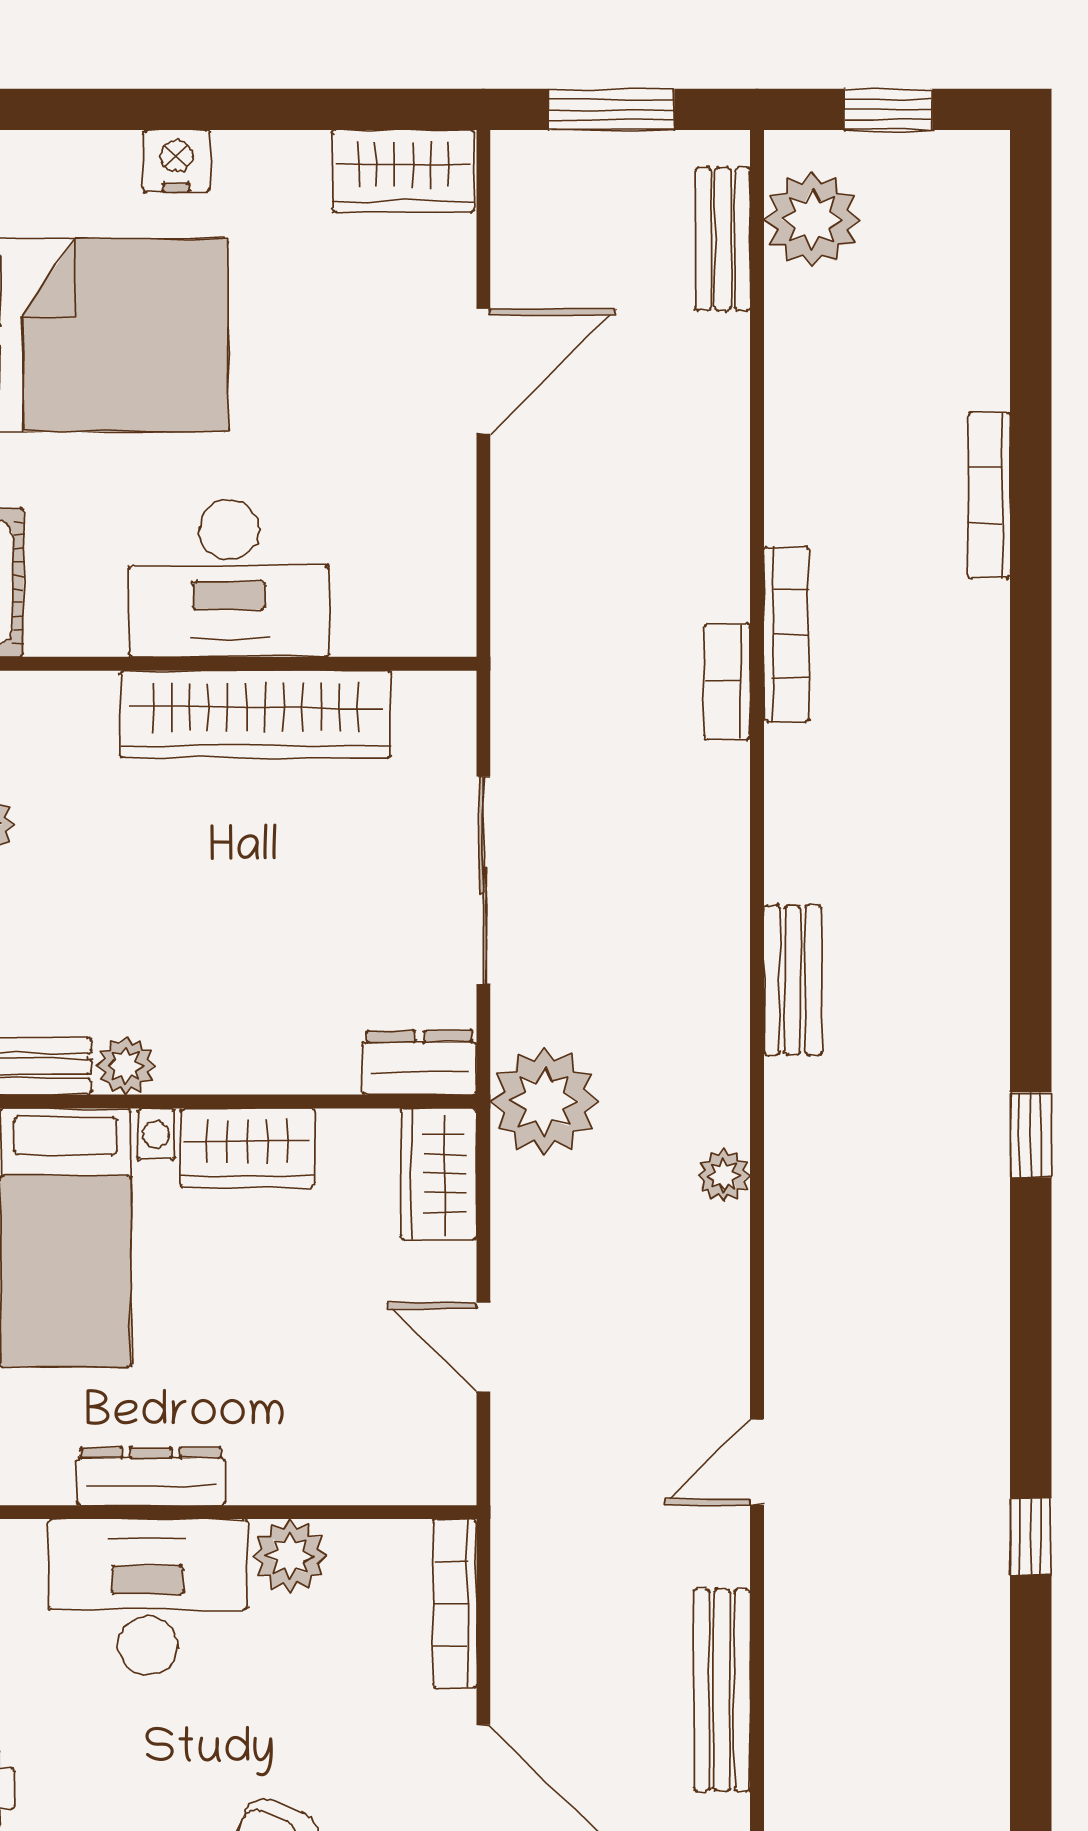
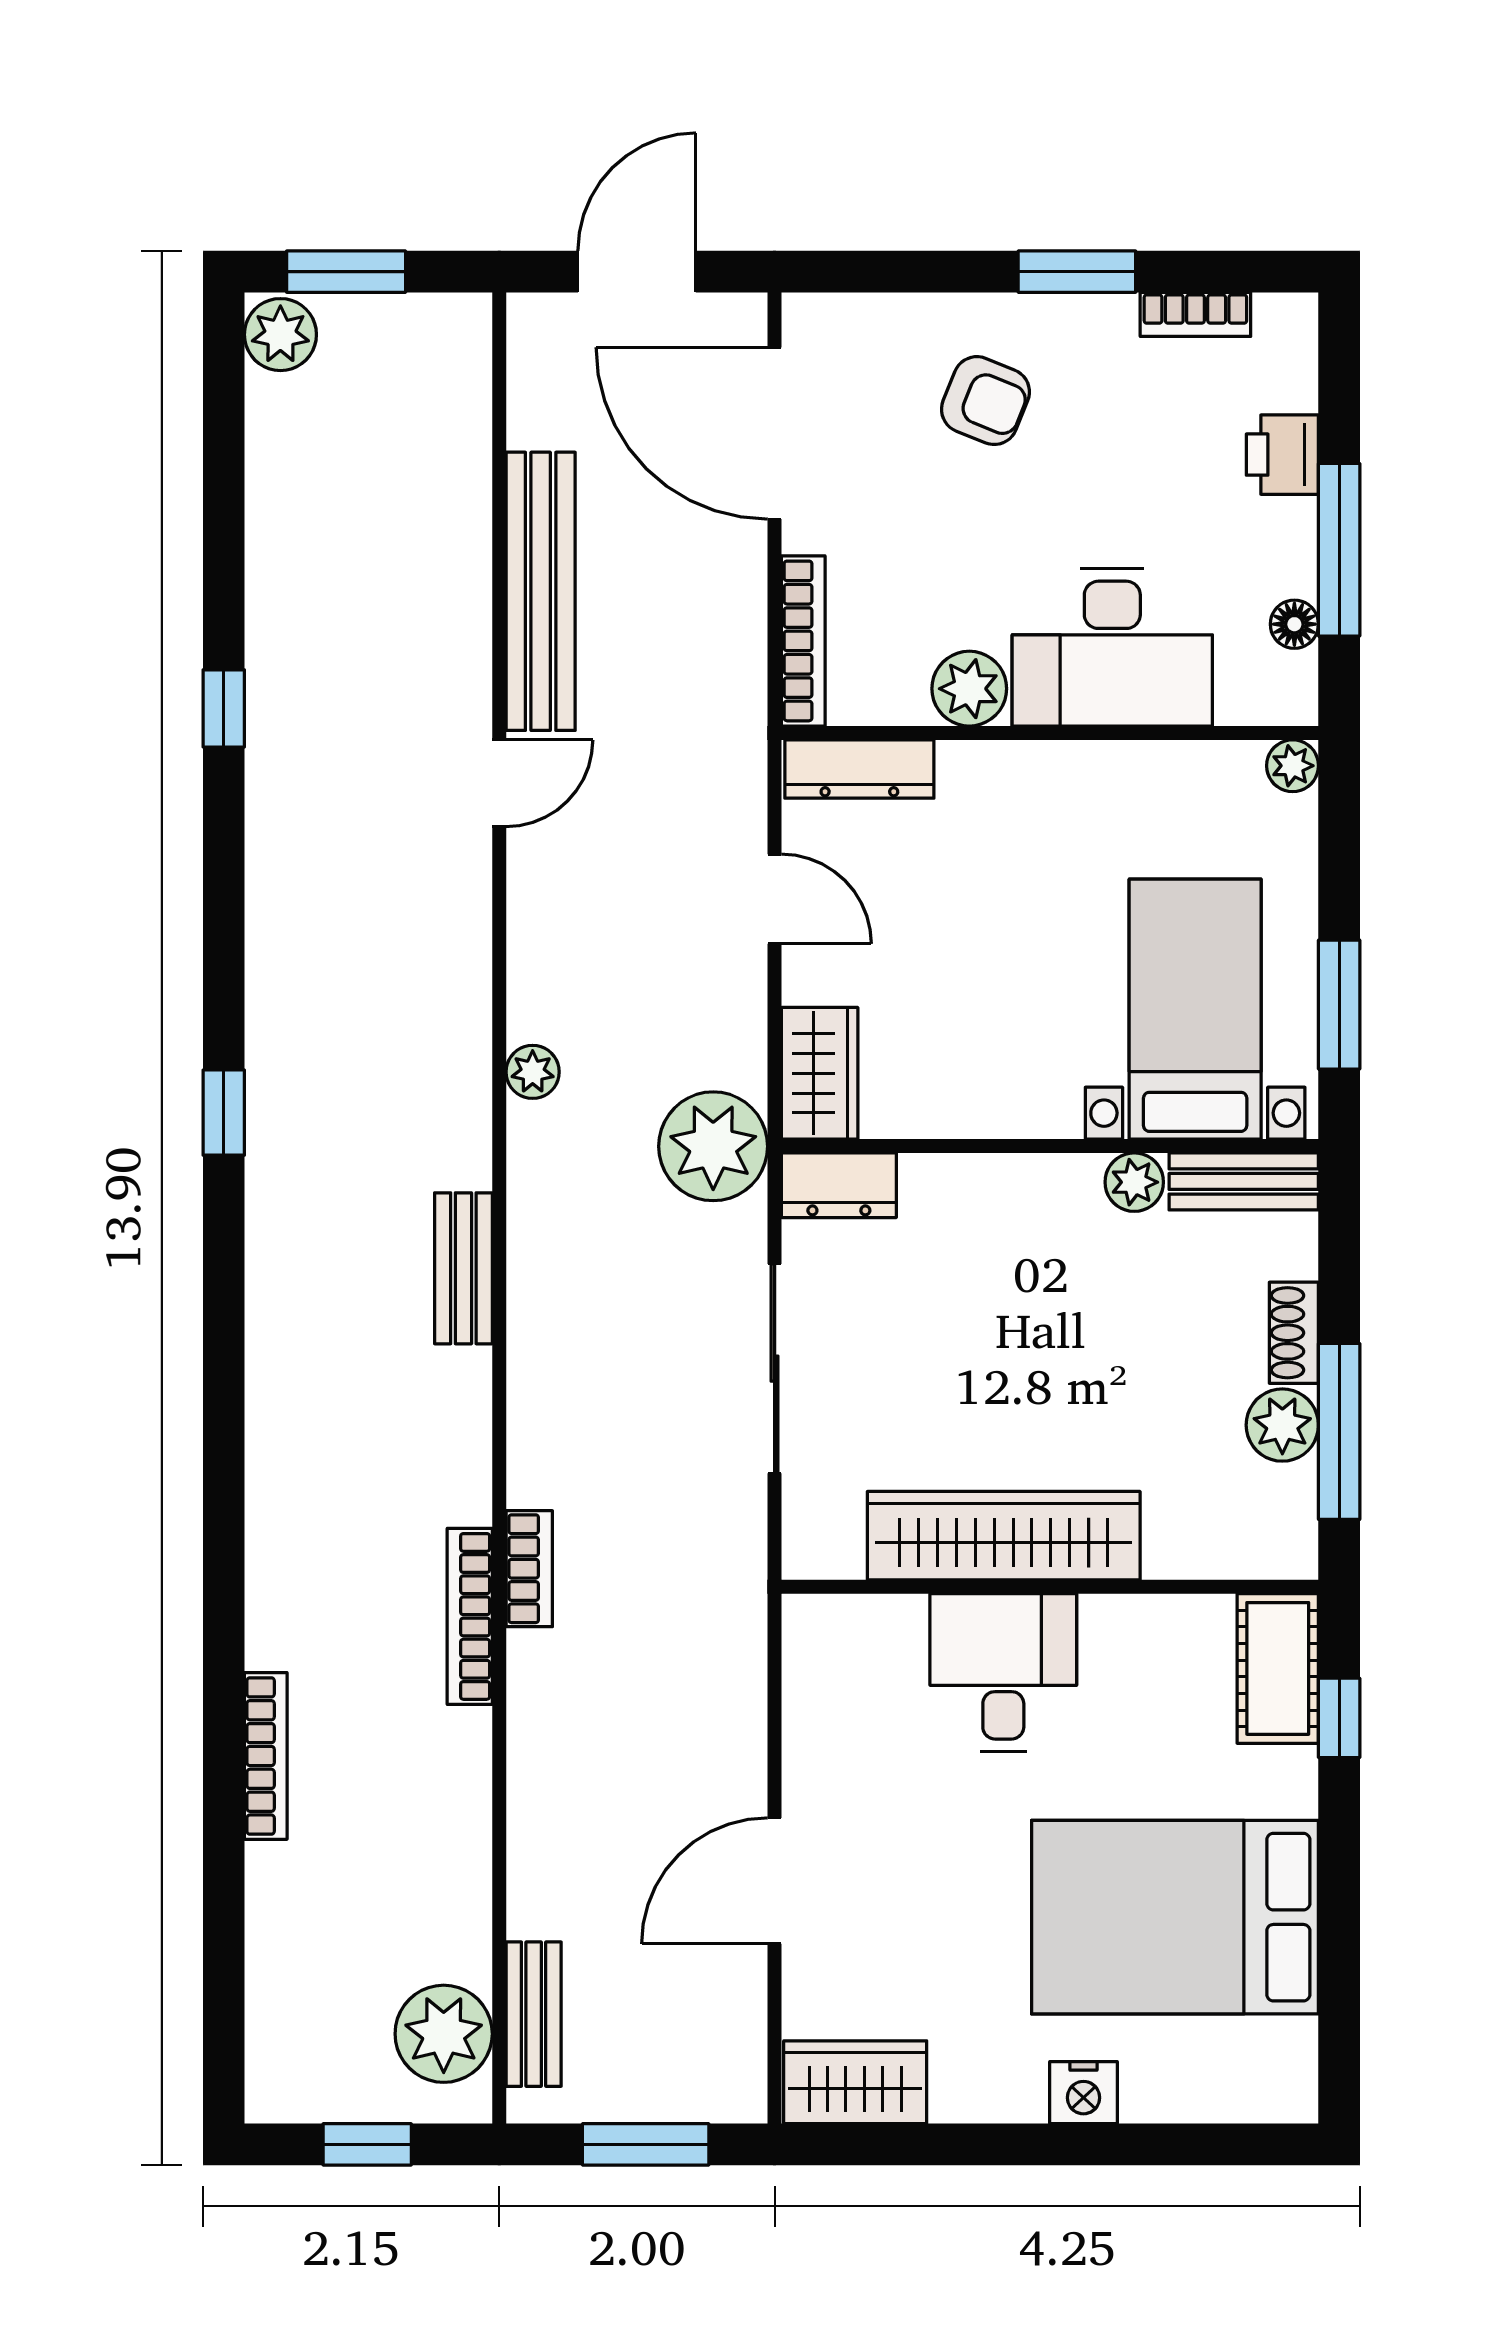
desk: (229, 578) -> (1003, 1673), width x0.73
wardrobe: (247, 1147) -> (1012, 1100), removed
dresser: (151, 1476) -> (859, 769), moved
bench: (722, 1690) -> (541, 591), width x1.37, depth x1.21

